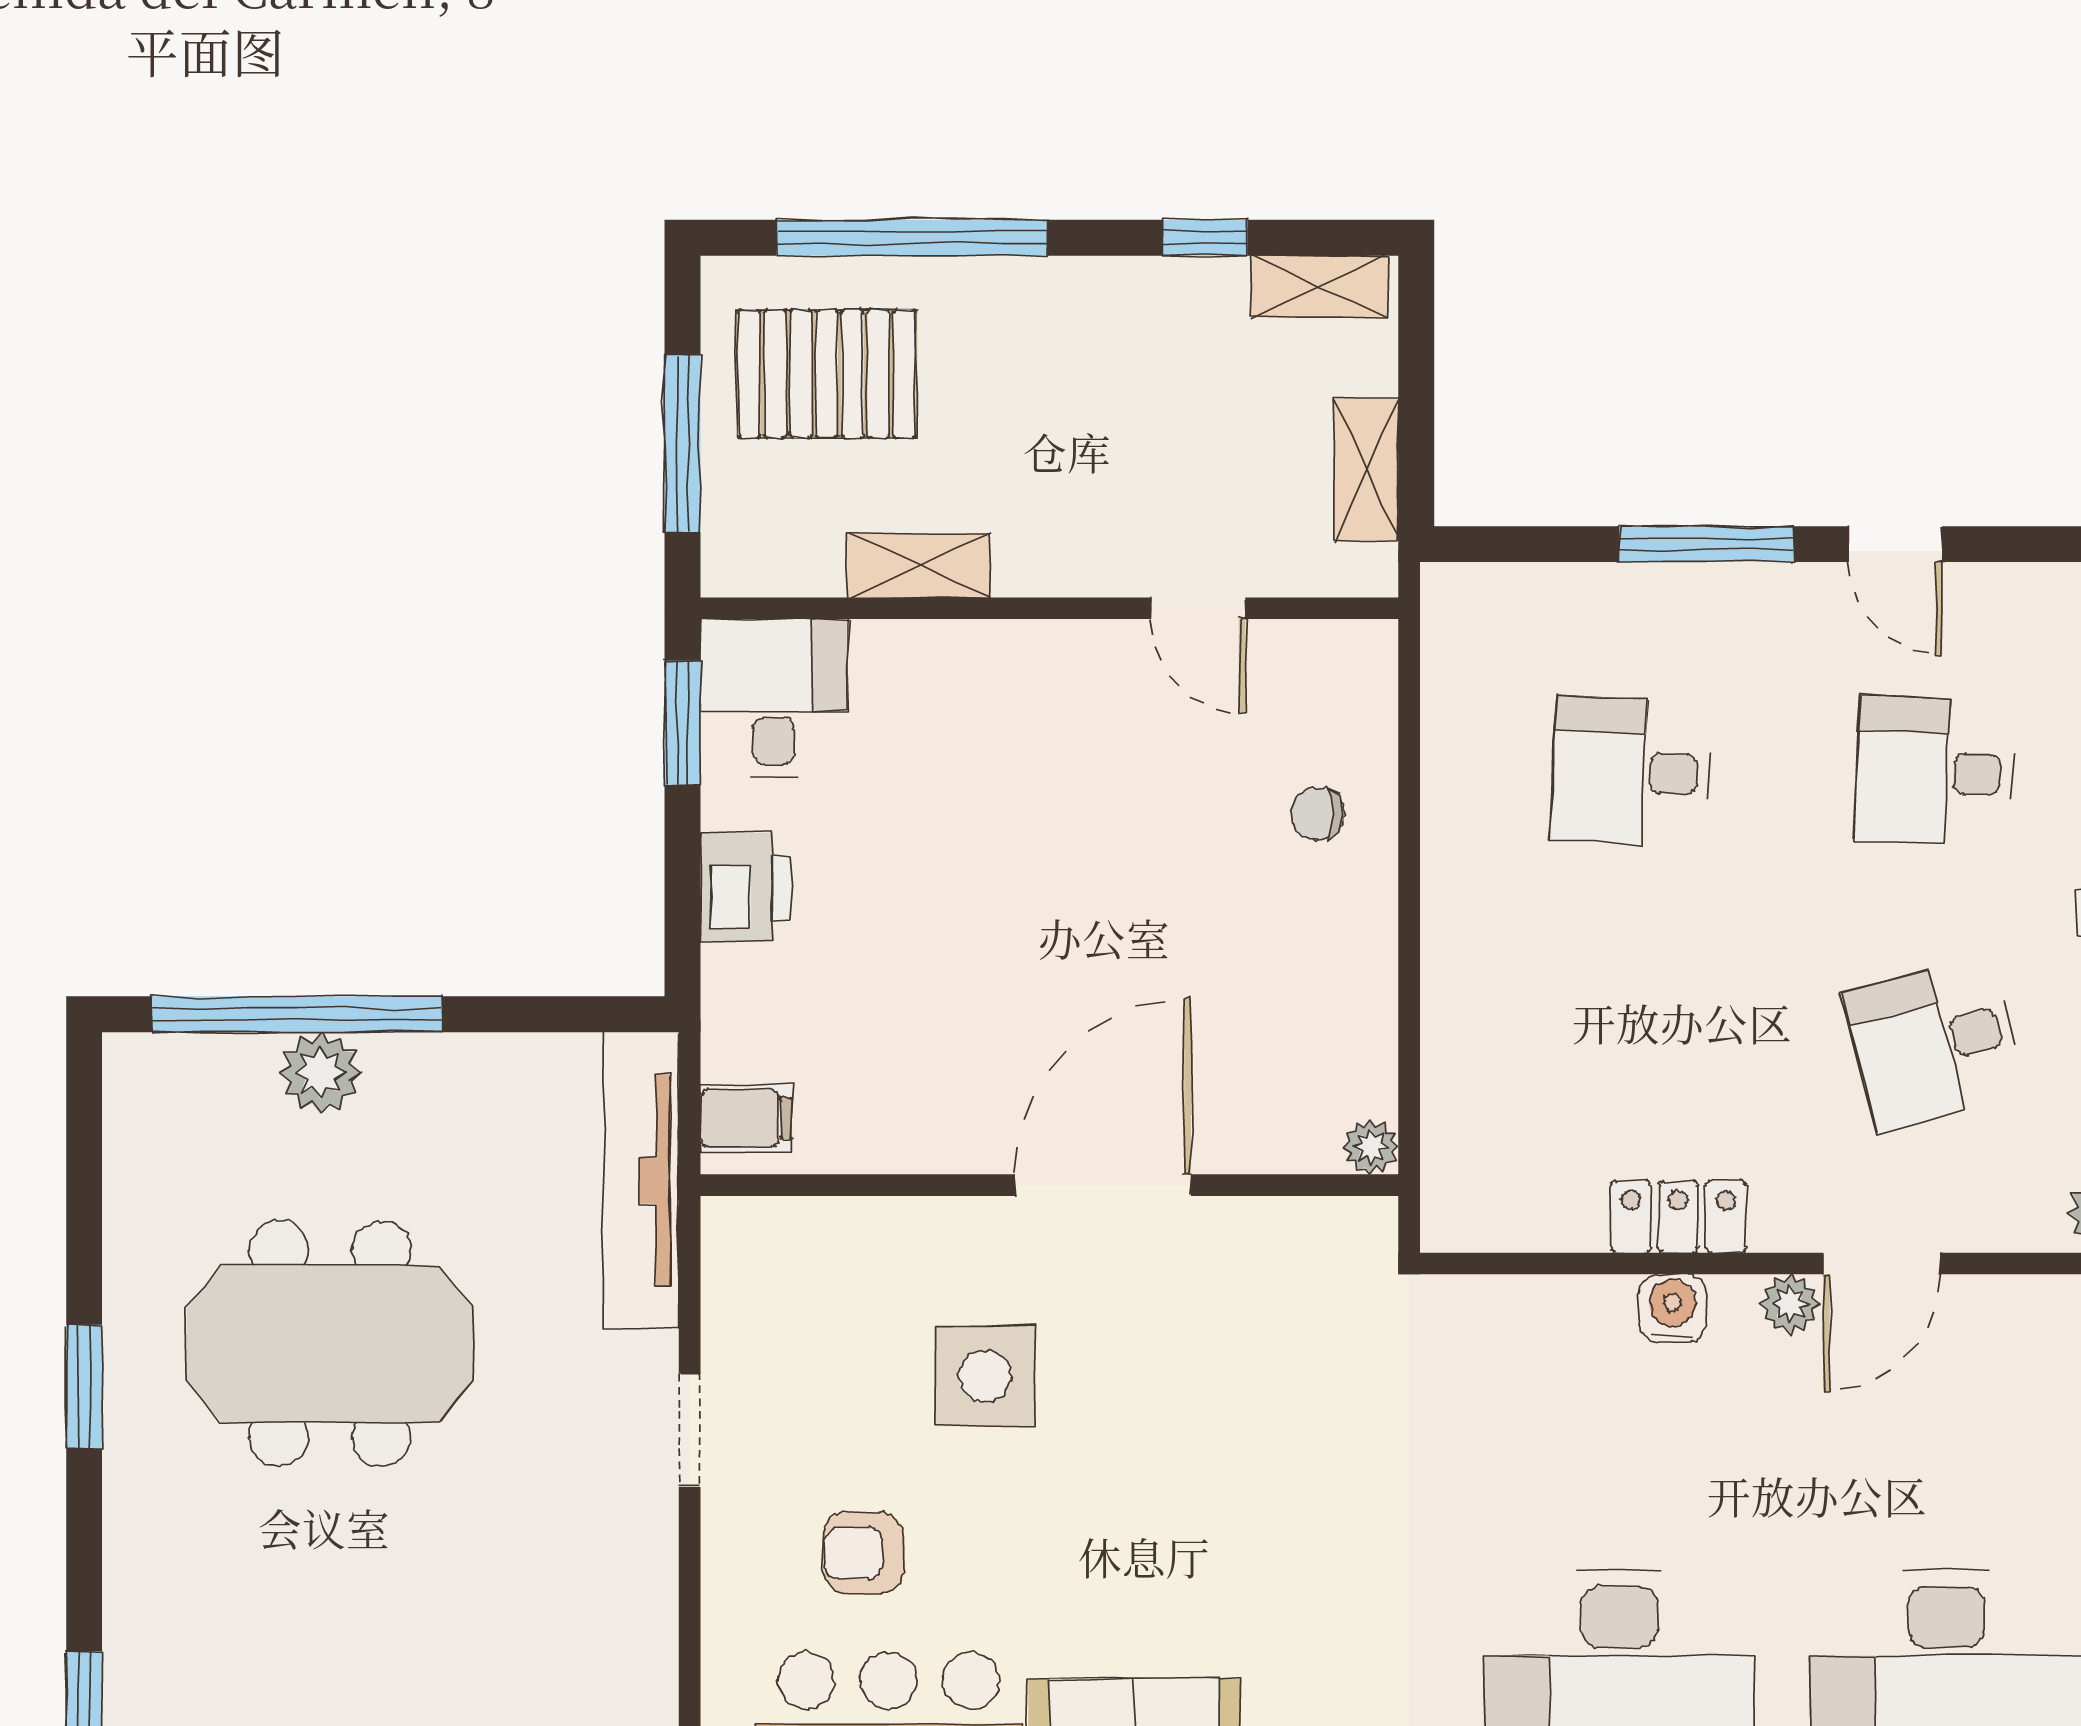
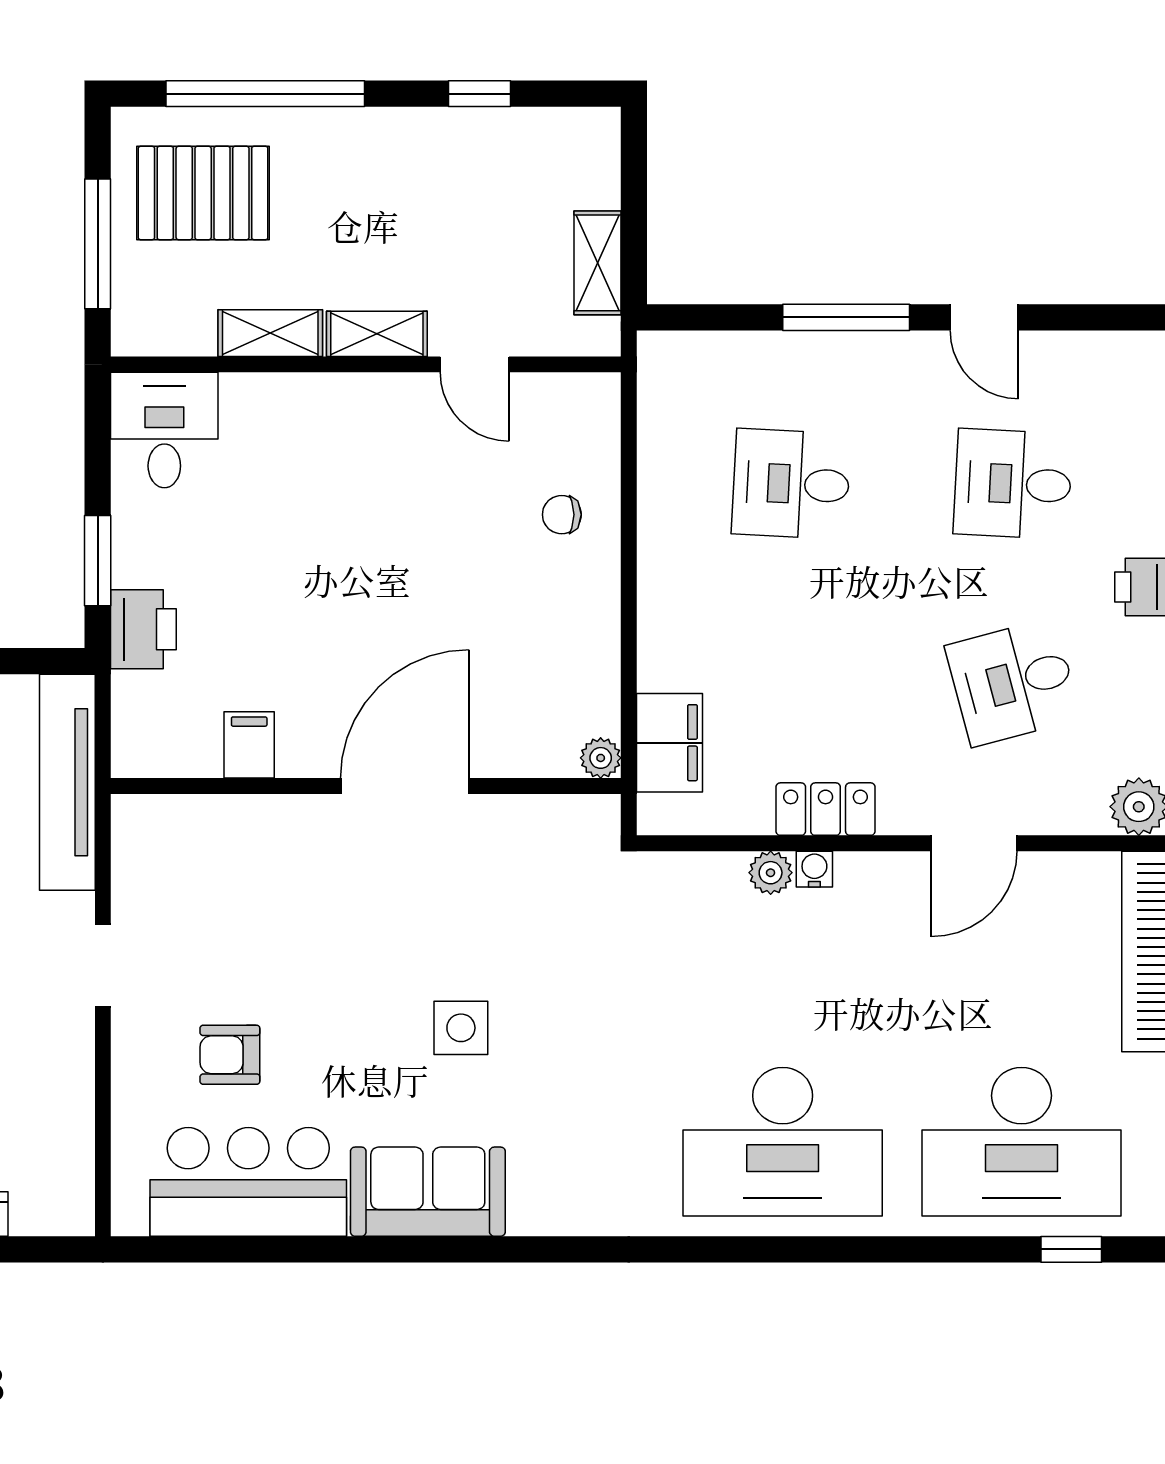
shelving: (1319, 287) -> (377, 334), moved
window: (683, 723) -> (98, 561), moved
printer: (745, 887) -> (143, 629), moved
filing cabinet: (746, 1118) -> (249, 745), moved, turned -90
filing cabinet: (1465, 1126) -> (669, 743), added
plant: (1790, 1304) -> (771, 873), moved
water cooler: (1673, 1308) -> (814, 869), width x0.72, depth x0.72
side table: (985, 1376) -> (461, 1028), moved, width x0.73, depth x0.73

